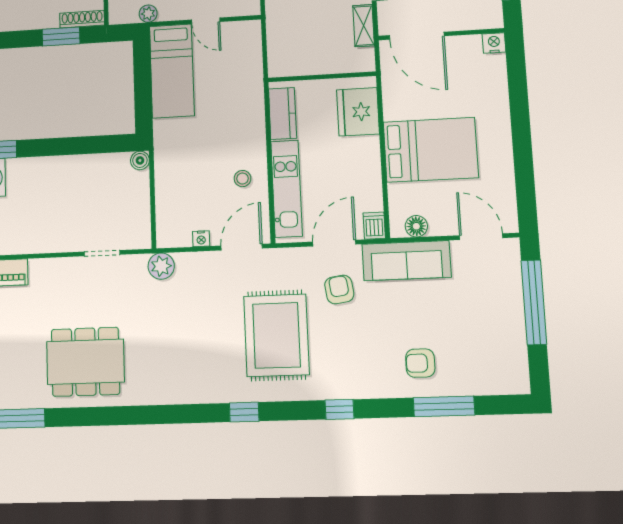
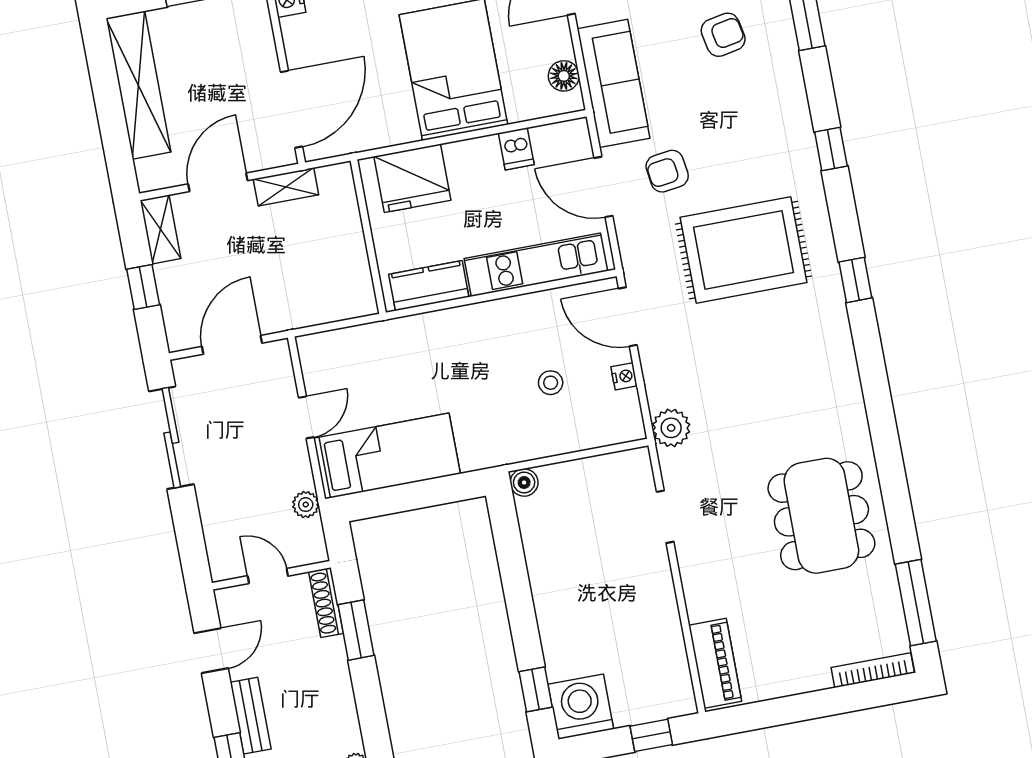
stool: (242, 179) -> (551, 383), moved
dishwasher: (374, 226) -> (516, 149), moved, turned -90
armchair: (420, 363) -> (723, 35), moved, turned -101

